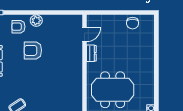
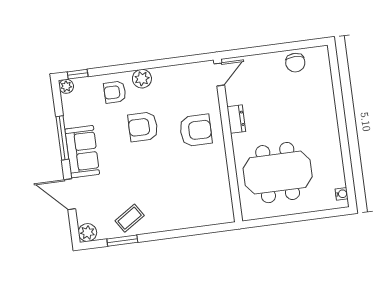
door: (84, 34) -> (219, 74), moved
armchair: (65, 57) -> (196, 130), added

